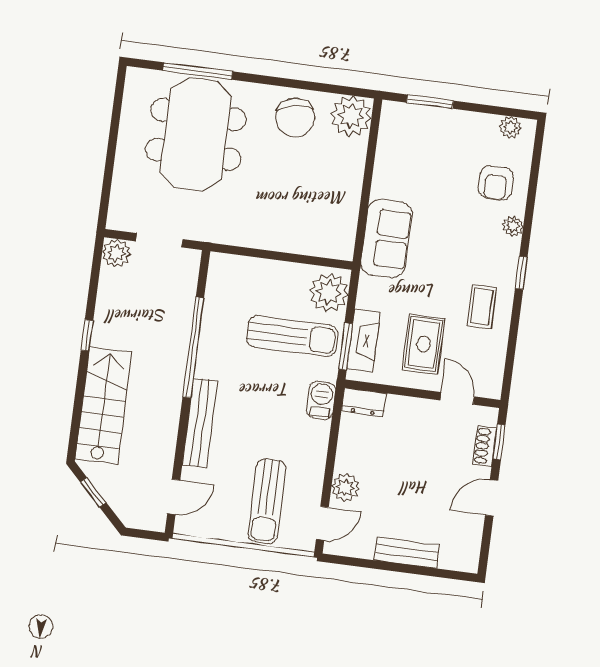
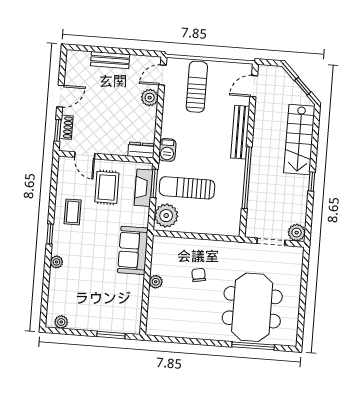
plant: (351, 116) -> (156, 282), moved, width x0.53, depth x0.53
chair: (295, 118) -> (199, 275), moved, width x0.54, depth x0.54
armchair: (496, 183) -> (68, 288), removed

